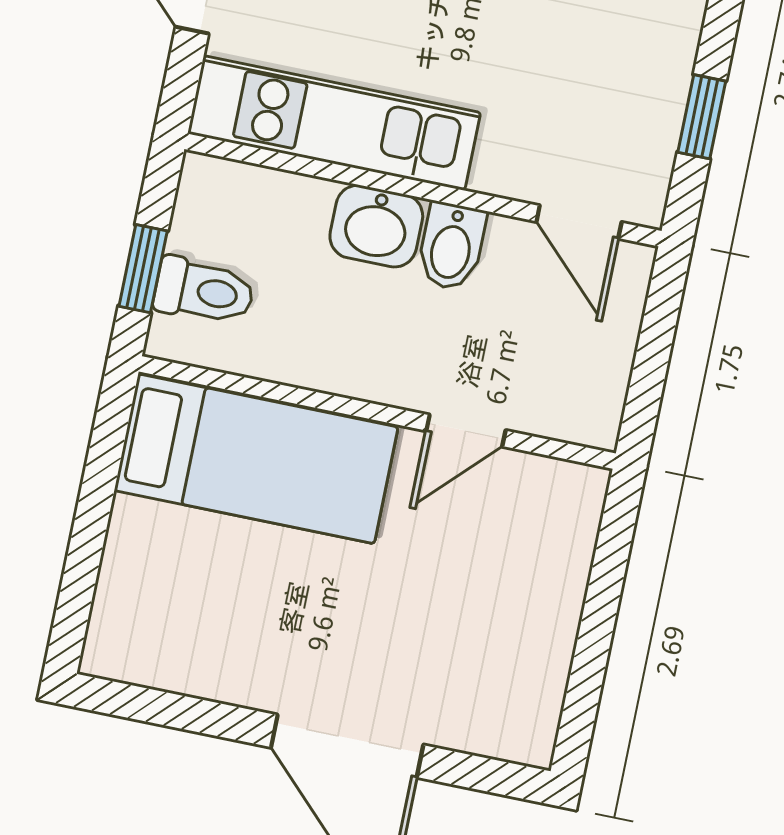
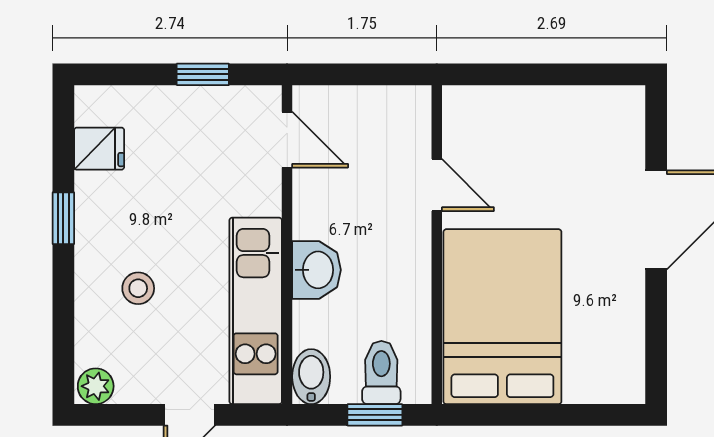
door: (579, 222) -> (287, 140), hinge flipped
bidet: (451, 246) -> (311, 377), moved, turned -90
bed: (256, 459) -> (502, 317), width x1.50

